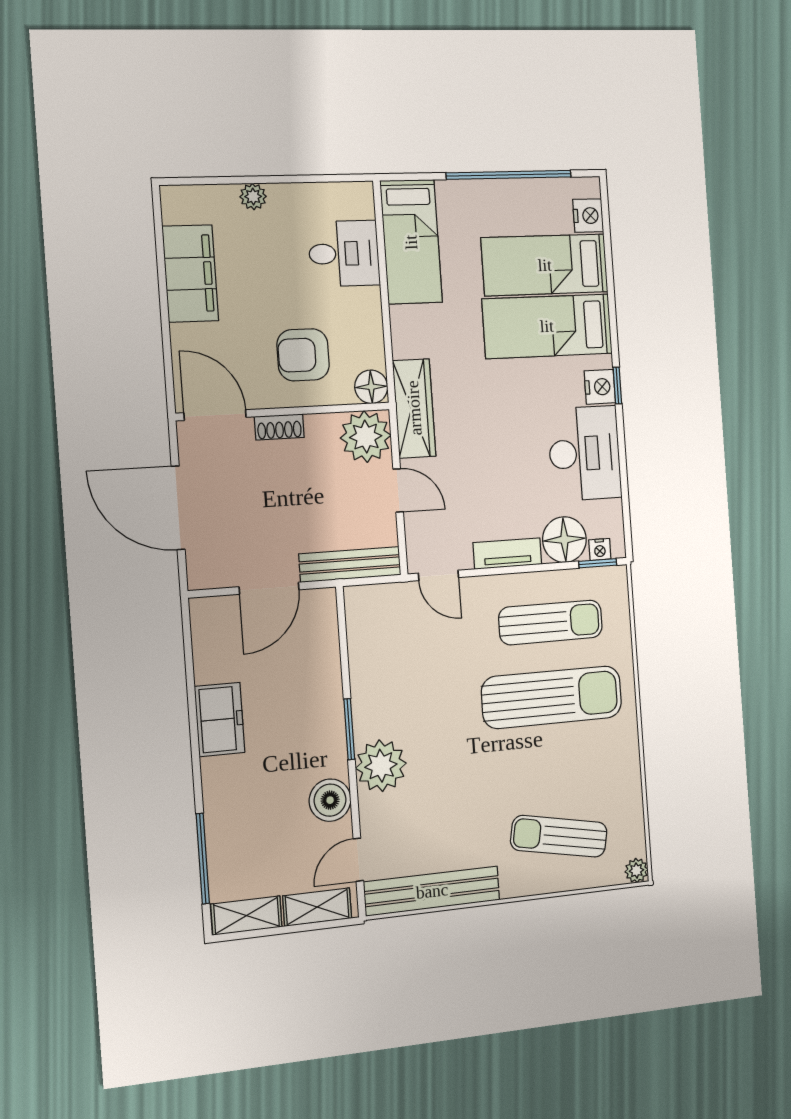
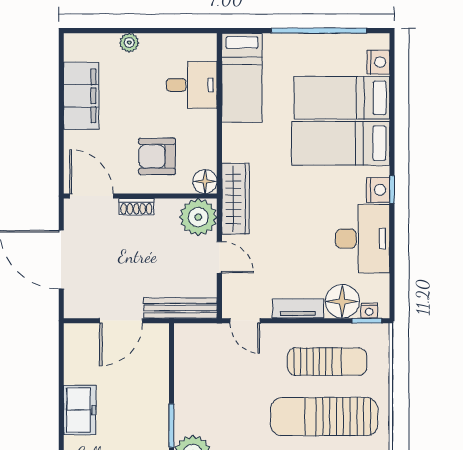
sun lounger: (552, 697) -> (324, 417), turned 180

